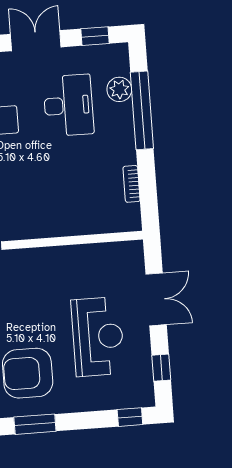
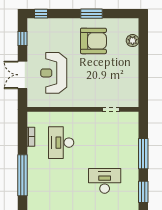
plant: (119, 89) -> (34, 187), removed
desk: (68, 105) -> (61, 143), moved
reception desk: (98, 337) -> (54, 73), moved

